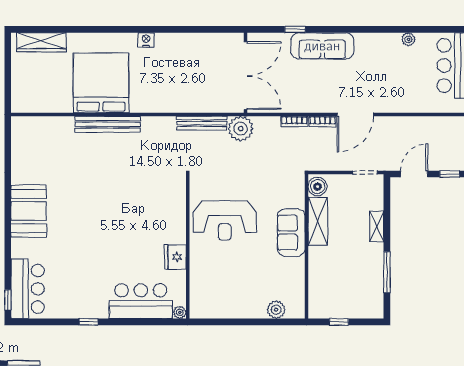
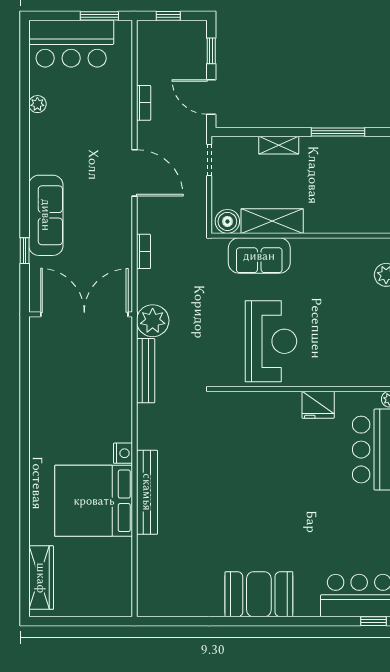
nightstand: (146, 40) -> (123, 453), moved, turned 180
bookcase: (323, 122) -> (144, 103), moved
sofa: (291, 233) -> (259, 256), moved

